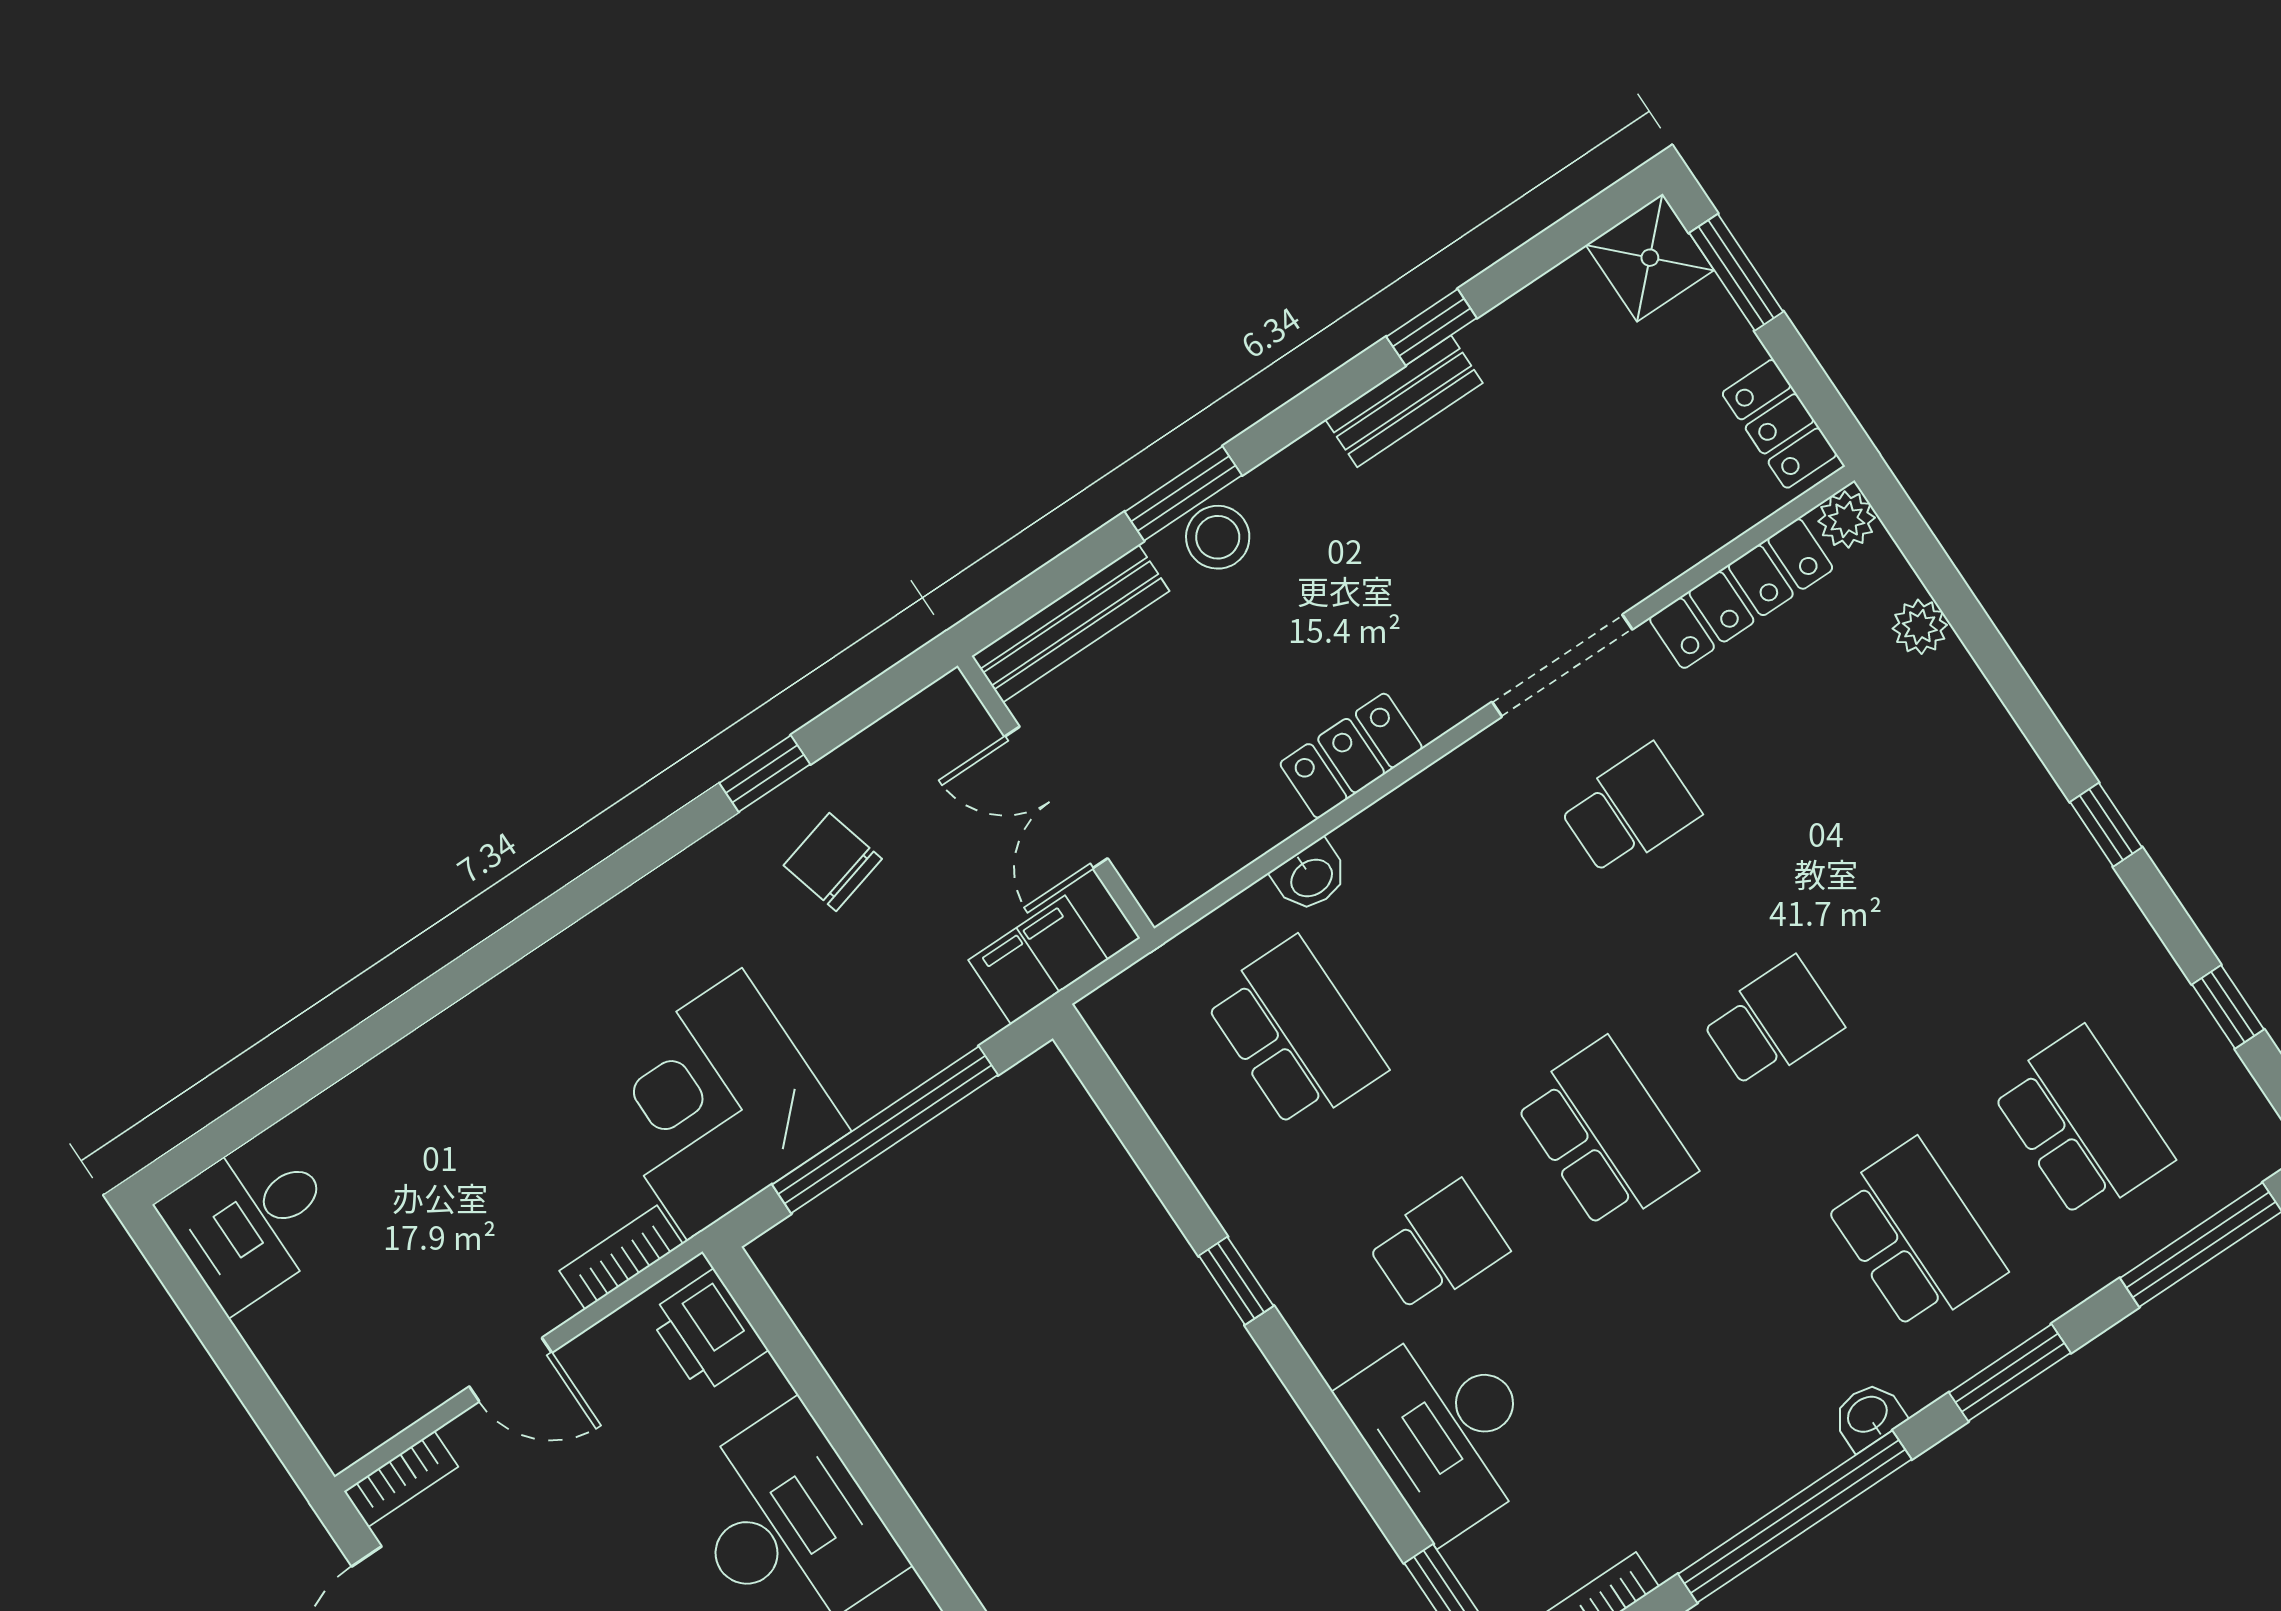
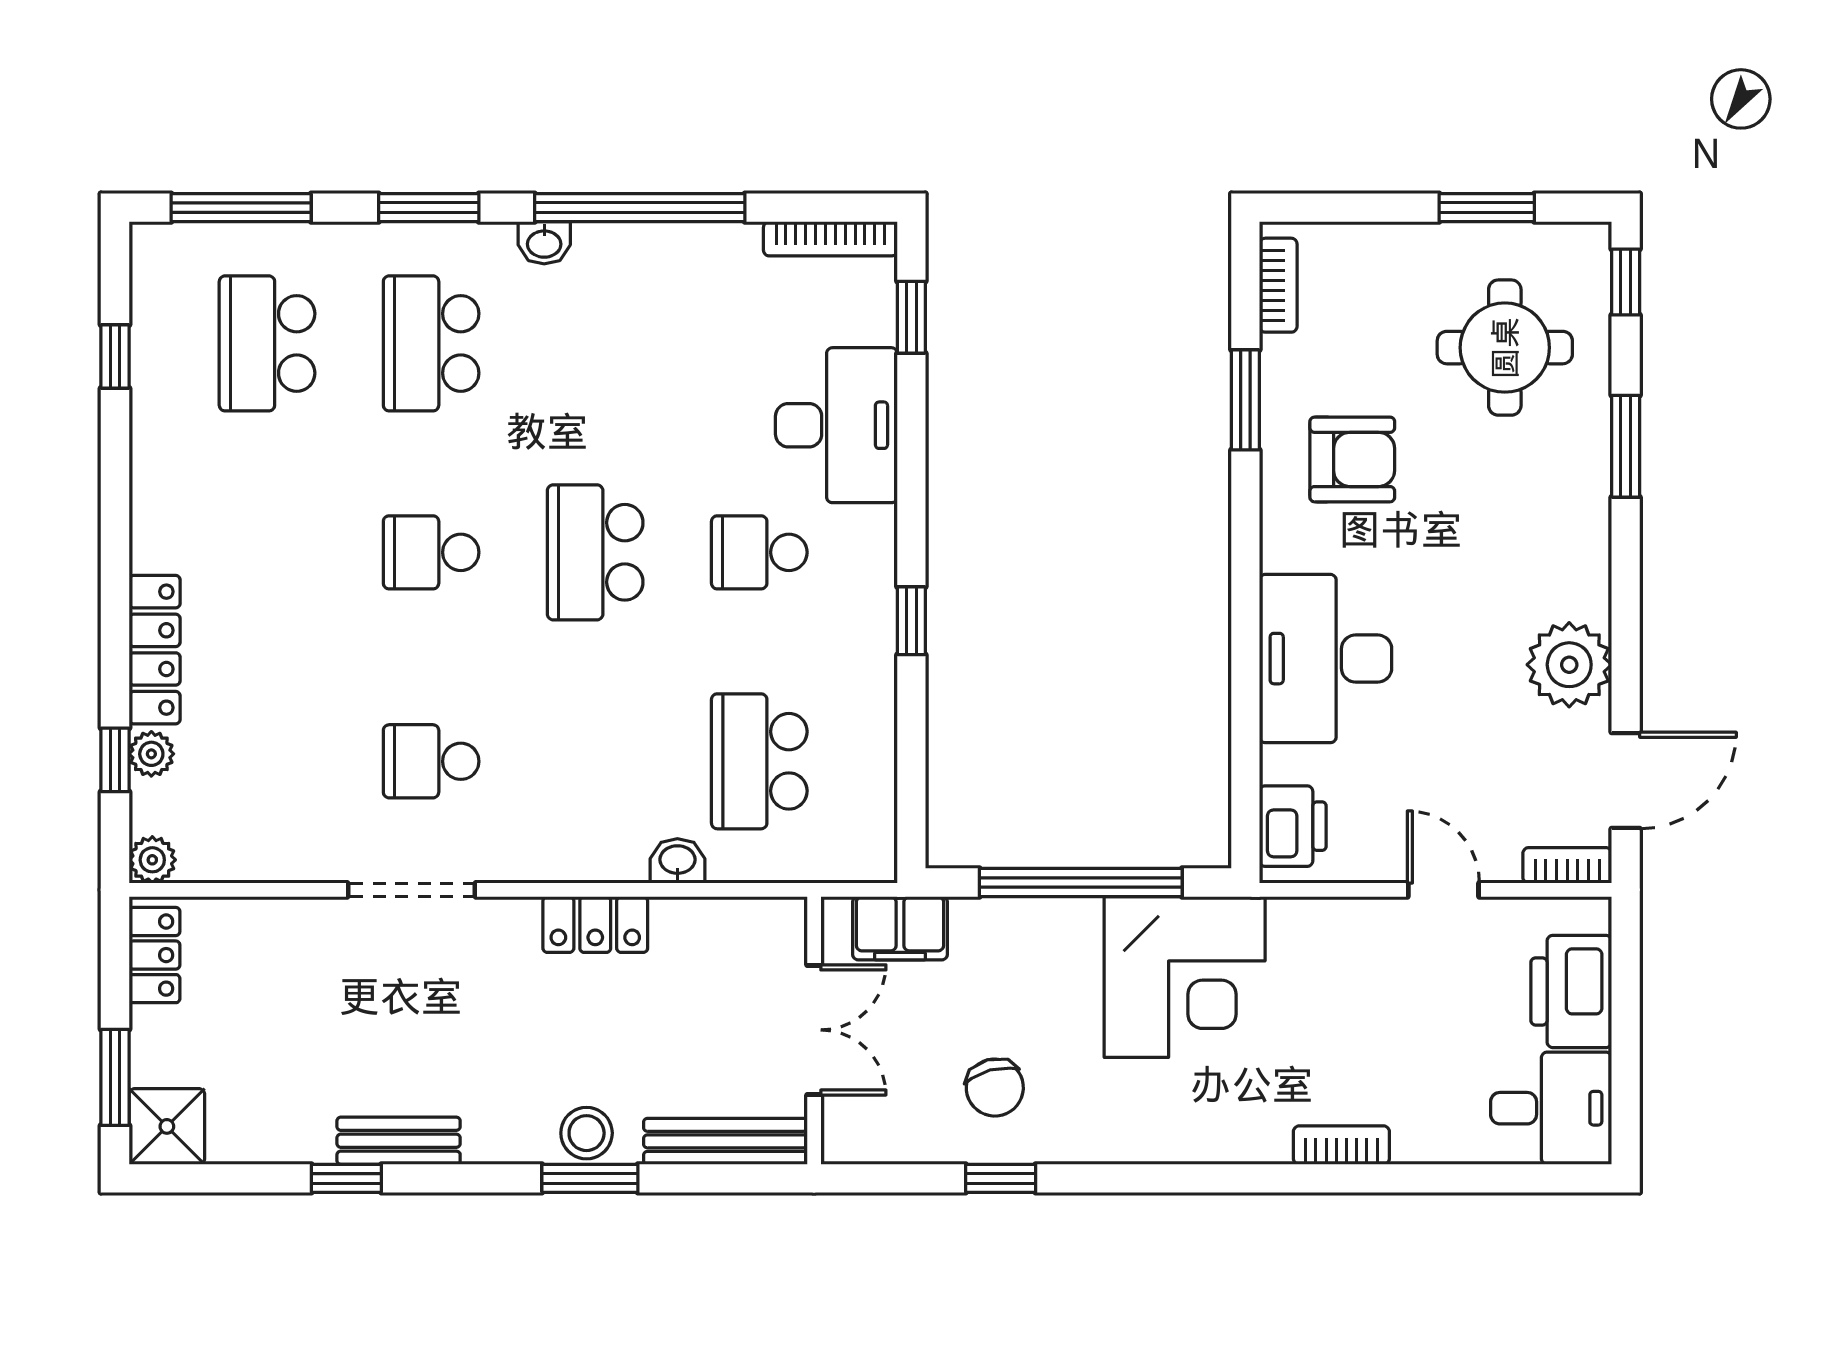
locker: (1741, 594) -> (155, 650), moved, turned 90
window: (2106, 825) -> (115, 760), moved
bookcase: (621, 1257) -> (1341, 1145), moved, turned 180
printer: (311, 1353) -> (1571, 991), added

